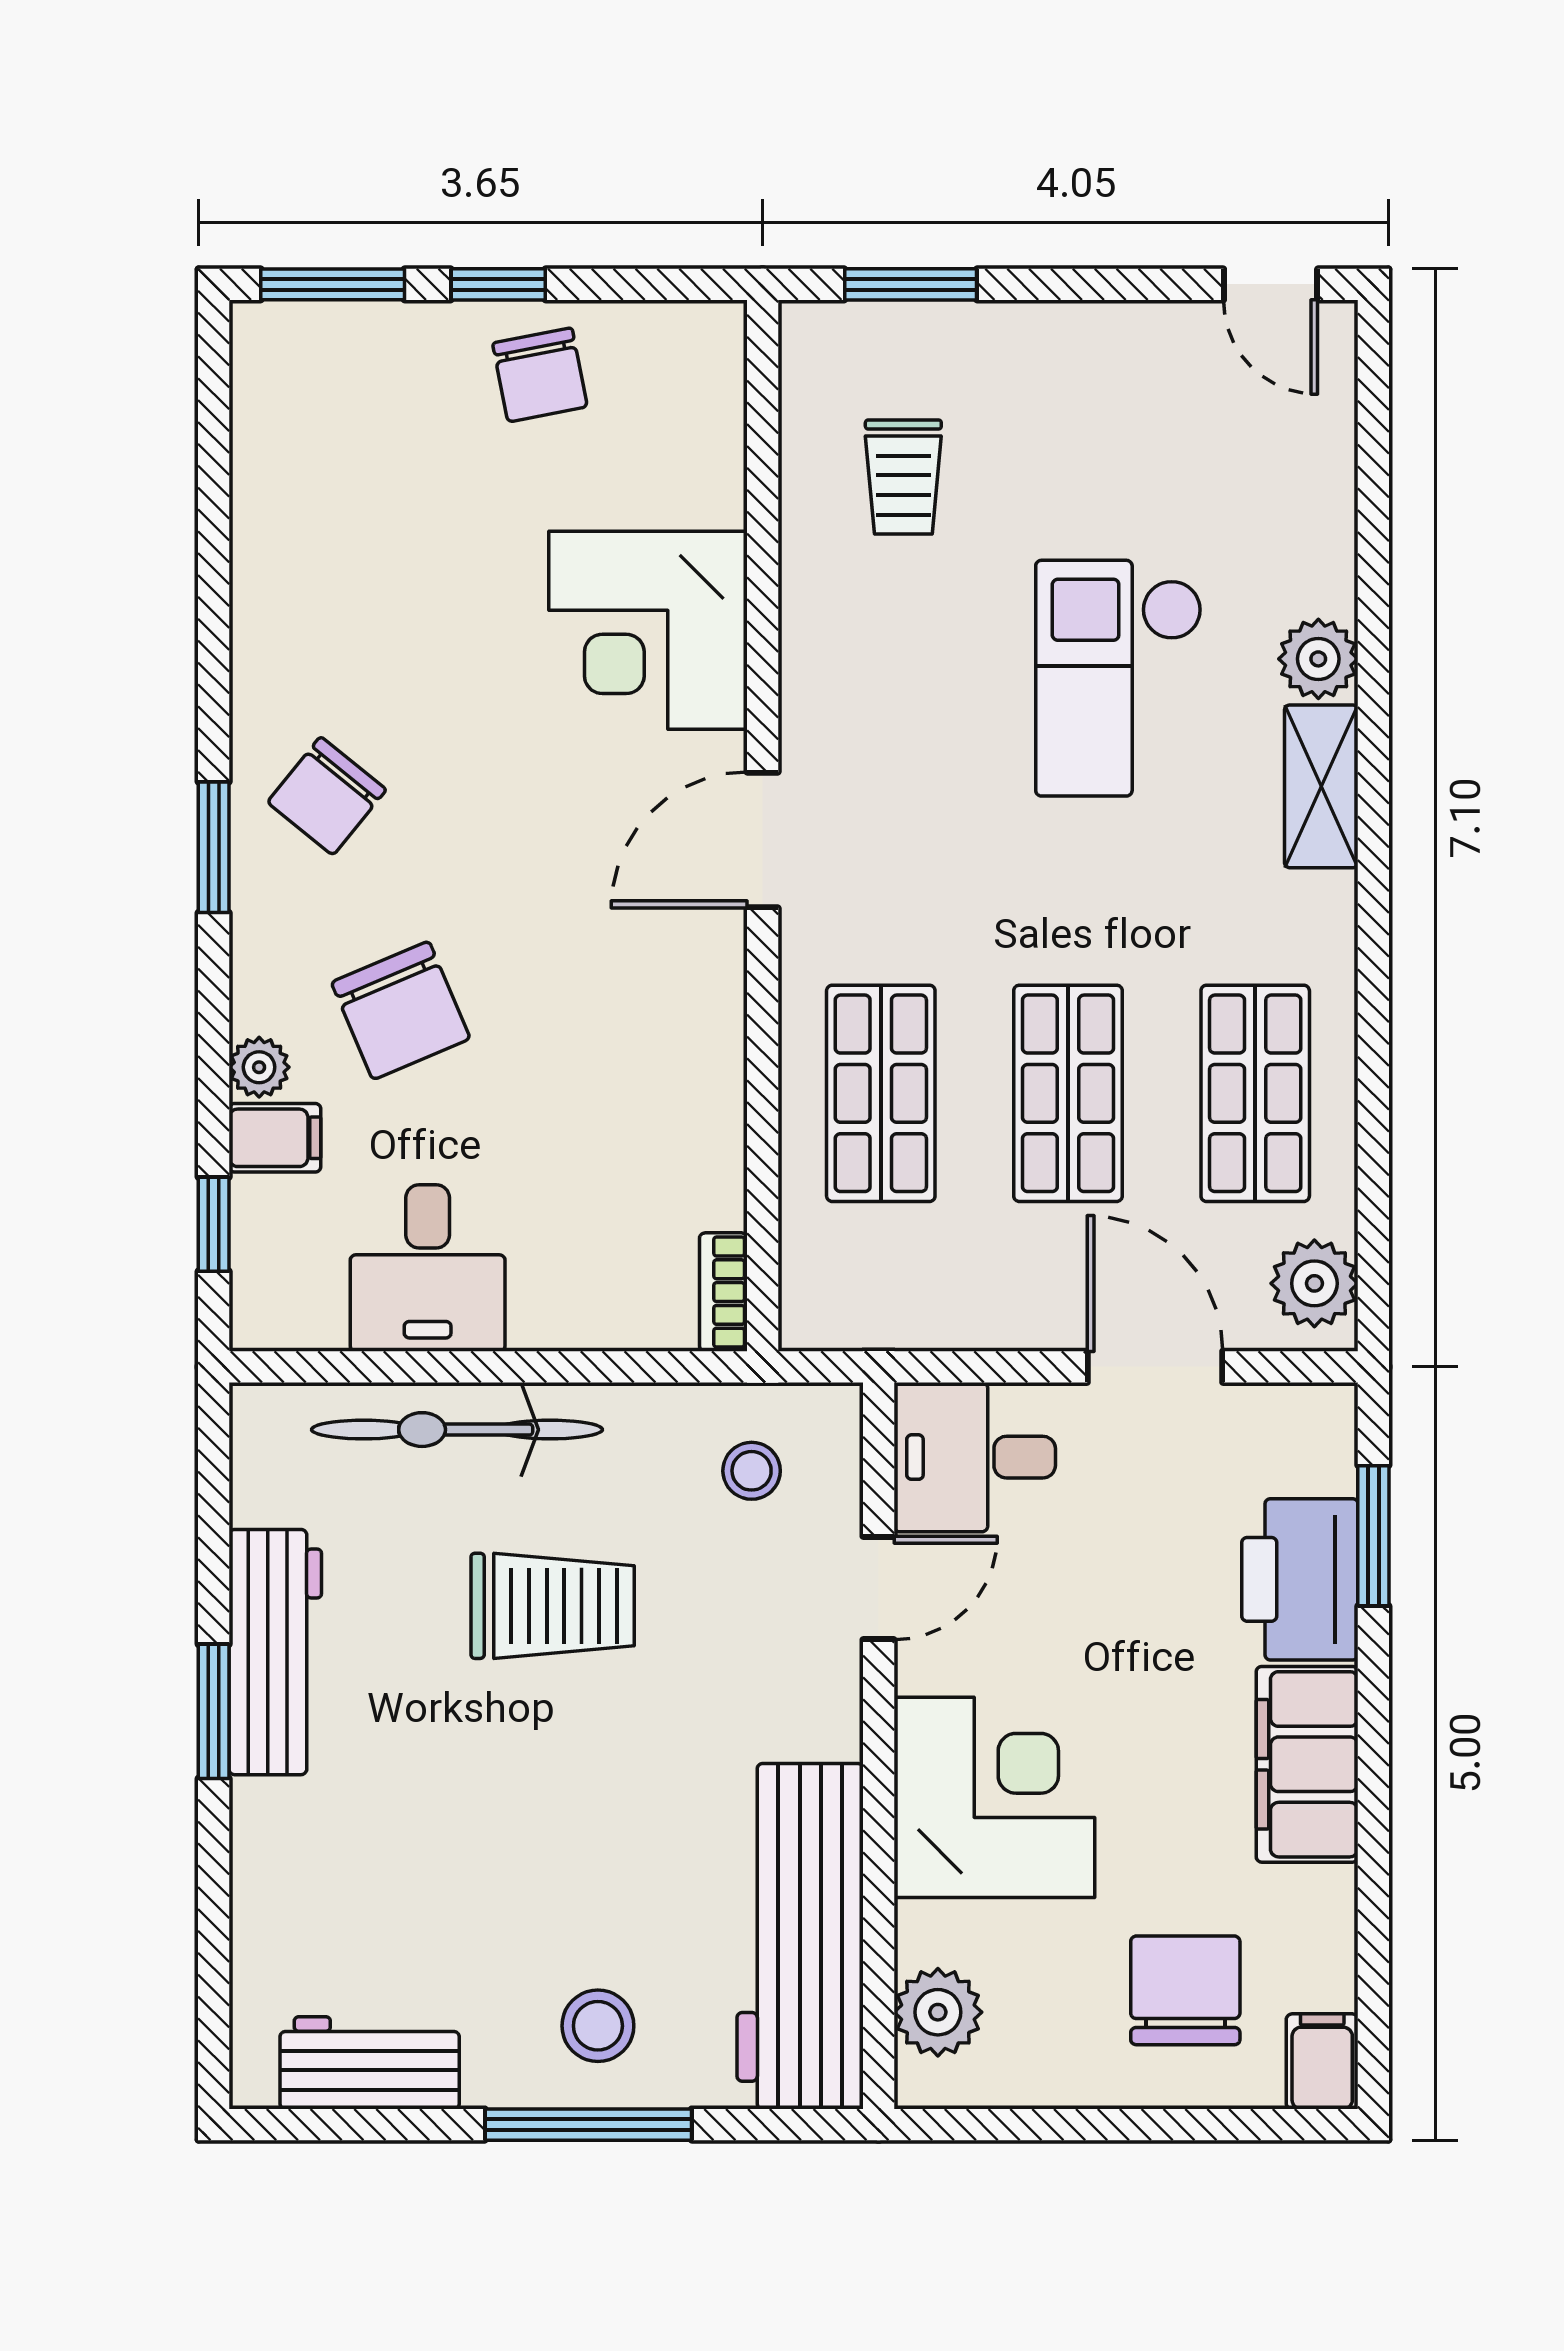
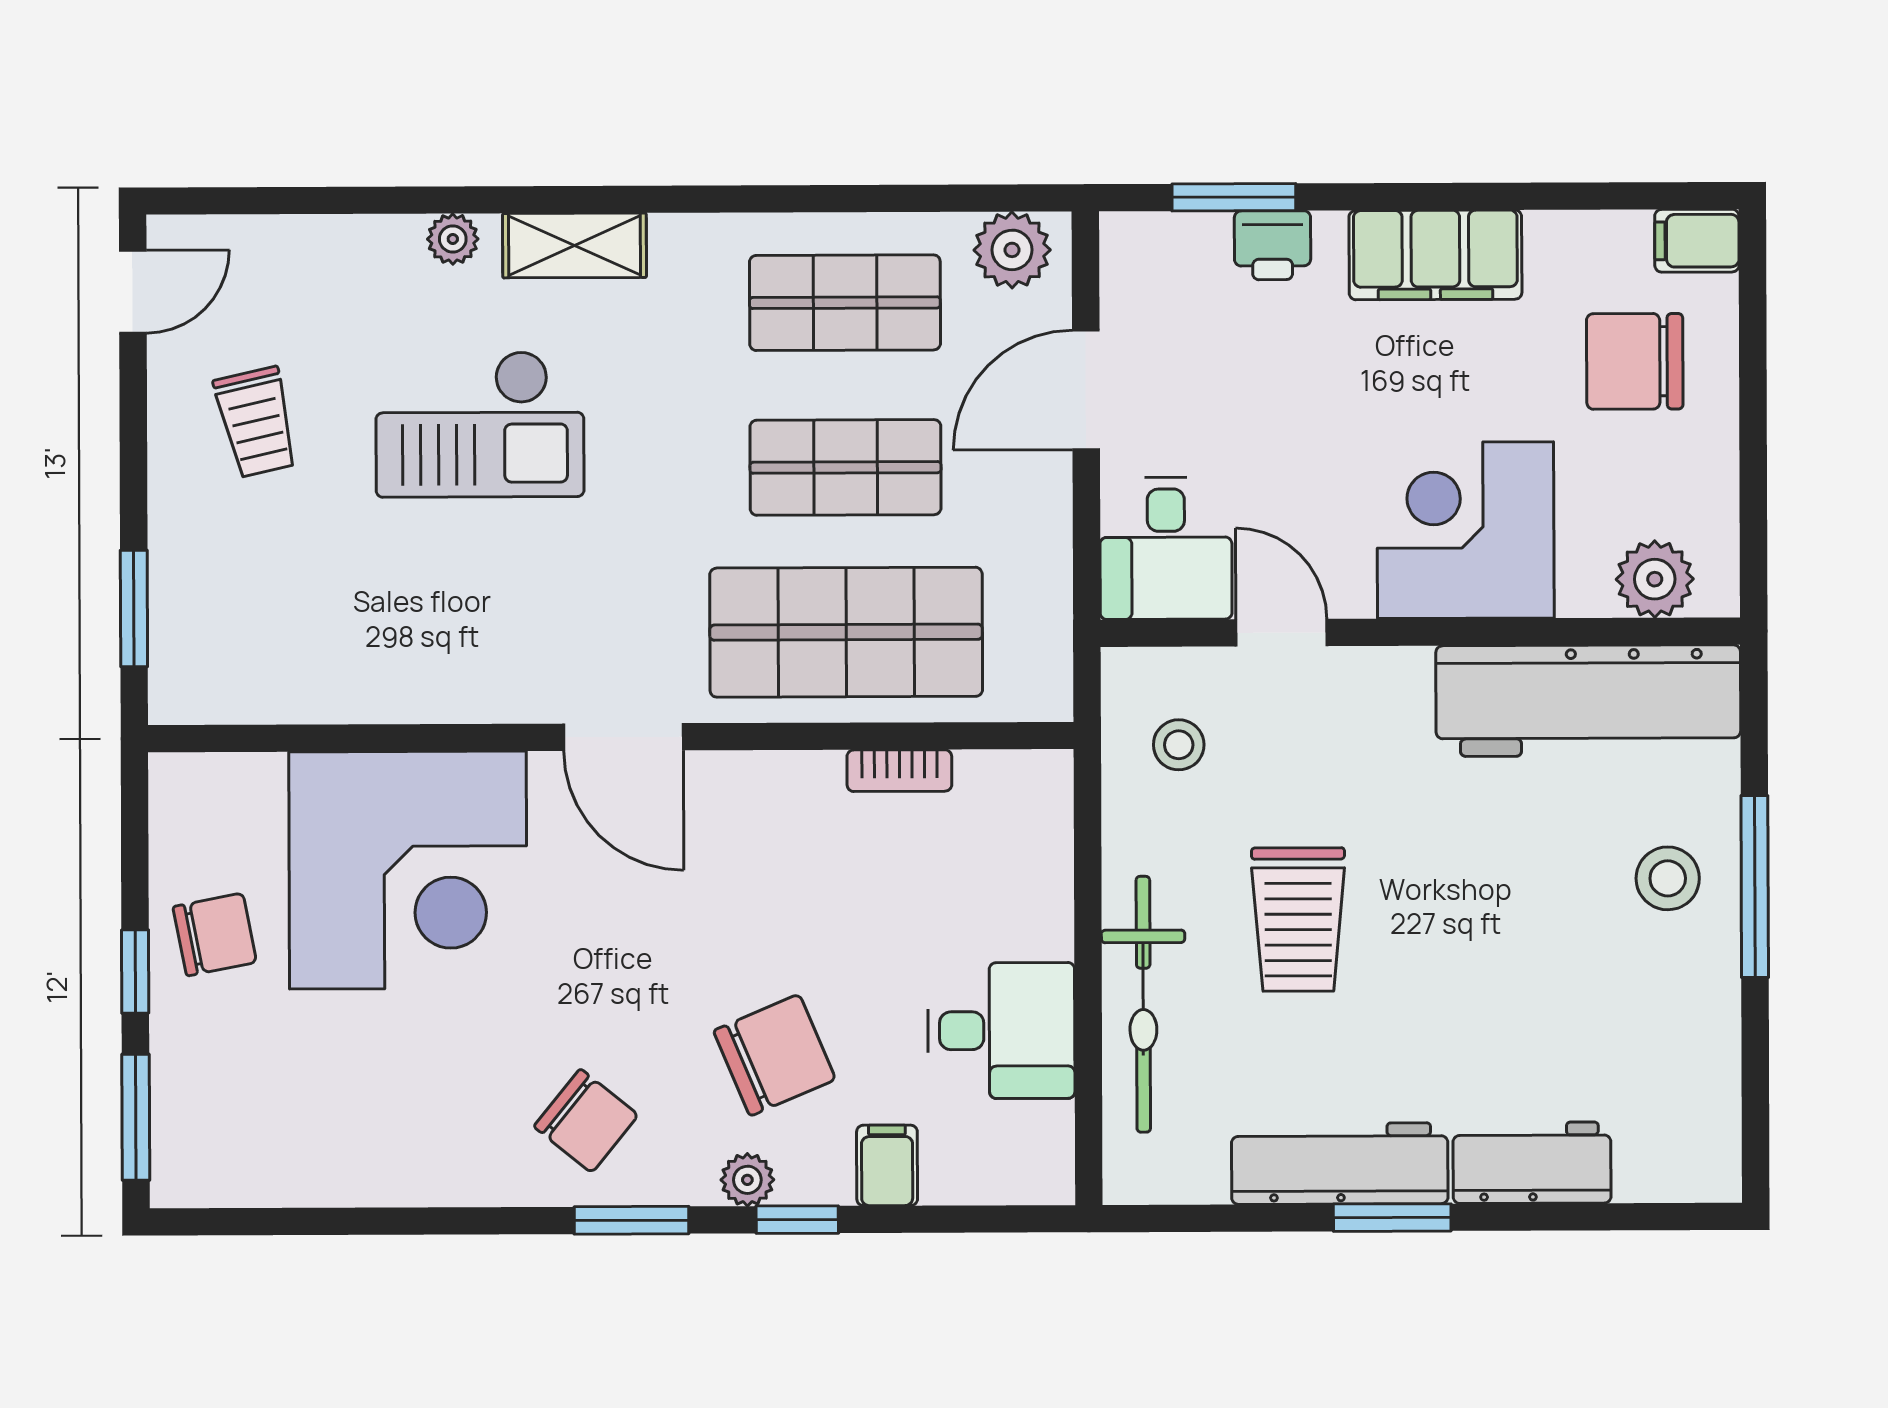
trolley: (903, 477) -> (256, 422), moved, turned 77
corner desk: (648, 630) -> (408, 870), width x1.36, depth x1.36
plant: (1318, 659) -> (453, 239), width x0.73, depth x0.73
plant: (259, 1067) -> (747, 1180), moved
shop shelf: (881, 1093) -> (846, 632), width x1.43, depth x1.36
window: (214, 1224) -> (797, 1220), moved
bookcase: (723, 1292) -> (899, 771), moved
printer: (1300, 1579) -> (1273, 245), width x0.53, depth x0.68
trolley: (553, 1606) -> (1298, 920), turned 180
workbench: (370, 2063) -> (1532, 1163), moved, turned 90

